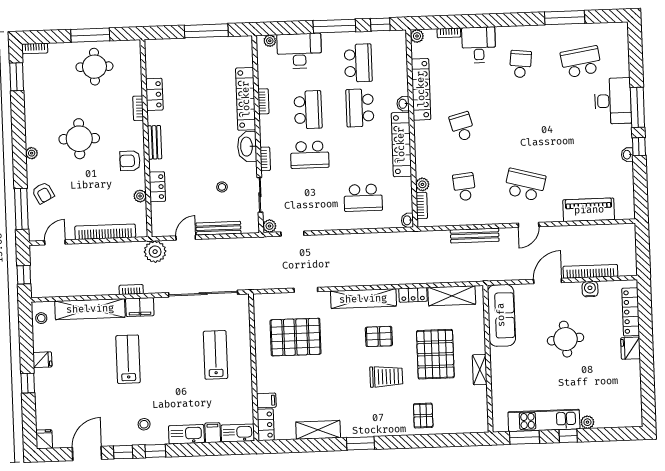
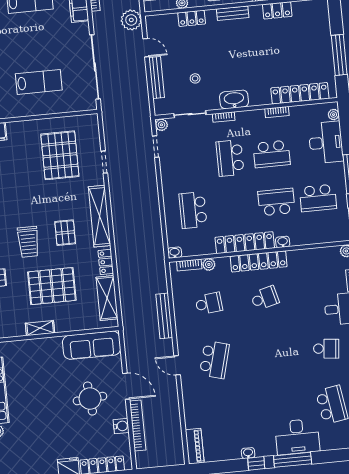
locker: (421, 89) -> (259, 261), moved
locker: (246, 99) -> (300, 93), moved
piano: (589, 210) -> (195, 446), moved, width x0.73, depth x0.75
round table: (566, 339) -> (90, 399), moved

